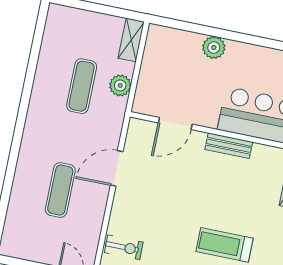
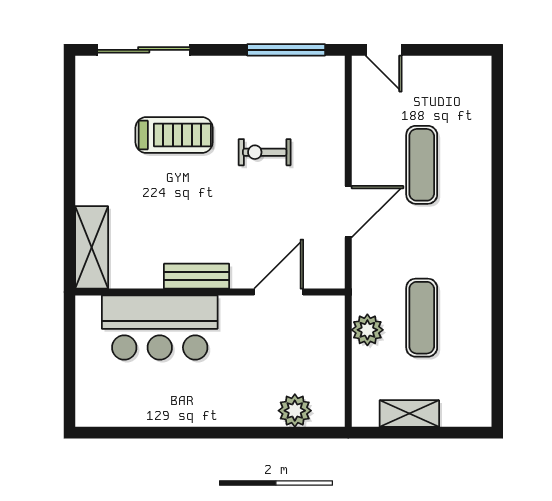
shelving: (131, 40) -> (409, 414), moved, turned 90
plant: (214, 48) -> (295, 411), moved
exercise bike: (124, 247) -> (265, 152), moved

